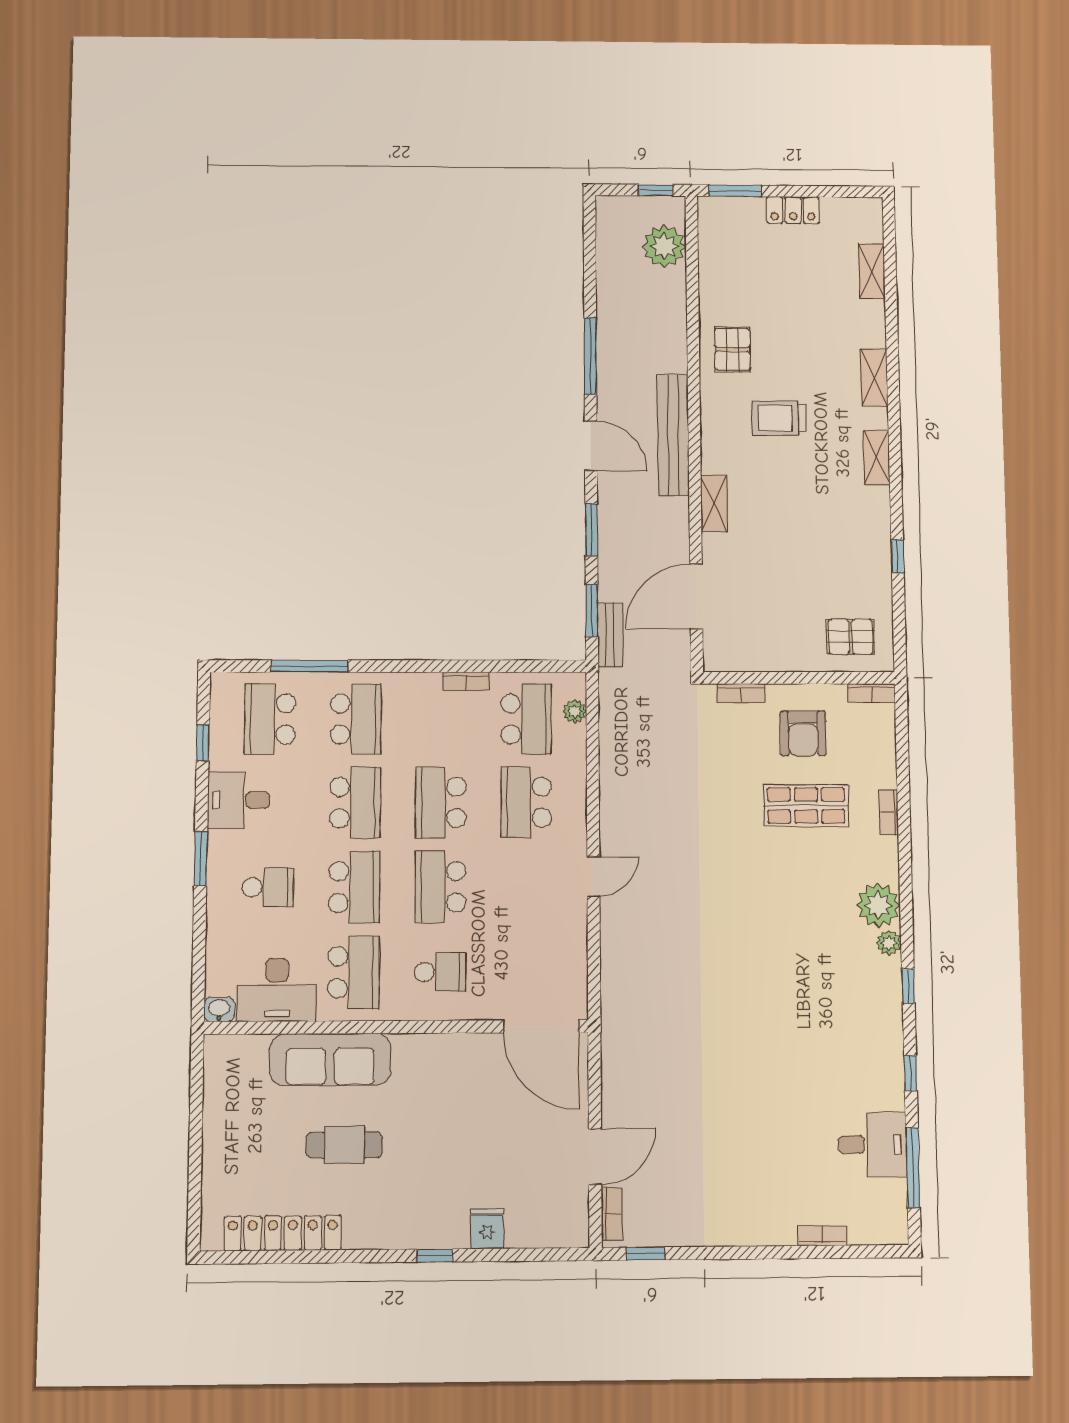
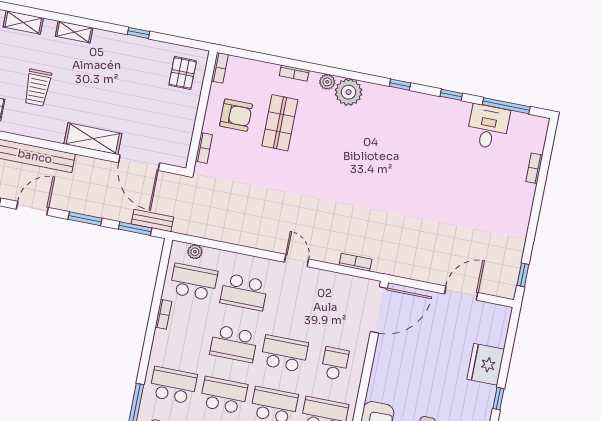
shelving: (714, 503) -> (93, 139), width x1.50, depth x1.33
school desk: (440, 887) -> (284, 354), turned 180
plant: (889, 943) -> (327, 82), moved
door: (595, 1157) -> (461, 293), hinge flipped
bookcase: (612, 1214) -> (355, 262), moved
fridge: (487, 1229) -> (486, 364), width x1.88, depth x1.34

